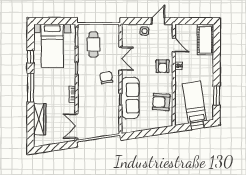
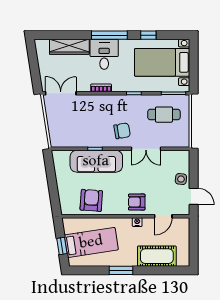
cot: (205, 40) -> (157, 256), moved
desk: (46, 92) -> (104, 54), added
window: (217, 96) -> (121, 270), moved

